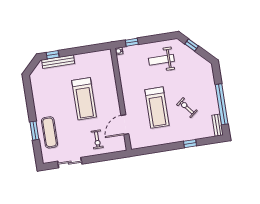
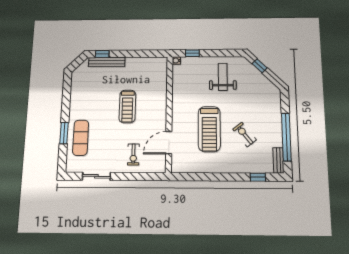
weight bench: (161, 60) -> (223, 77), turned 90
treadmill: (84, 99) -> (127, 106), width x0.73, depth x0.73
window: (190, 144) -> (258, 177), moved

